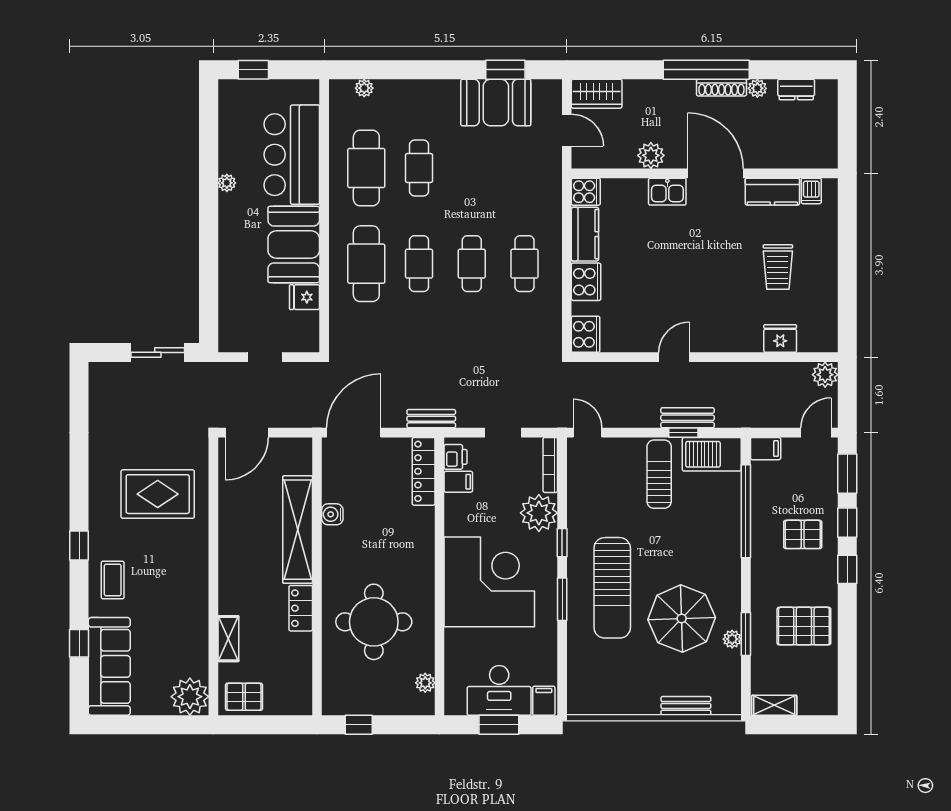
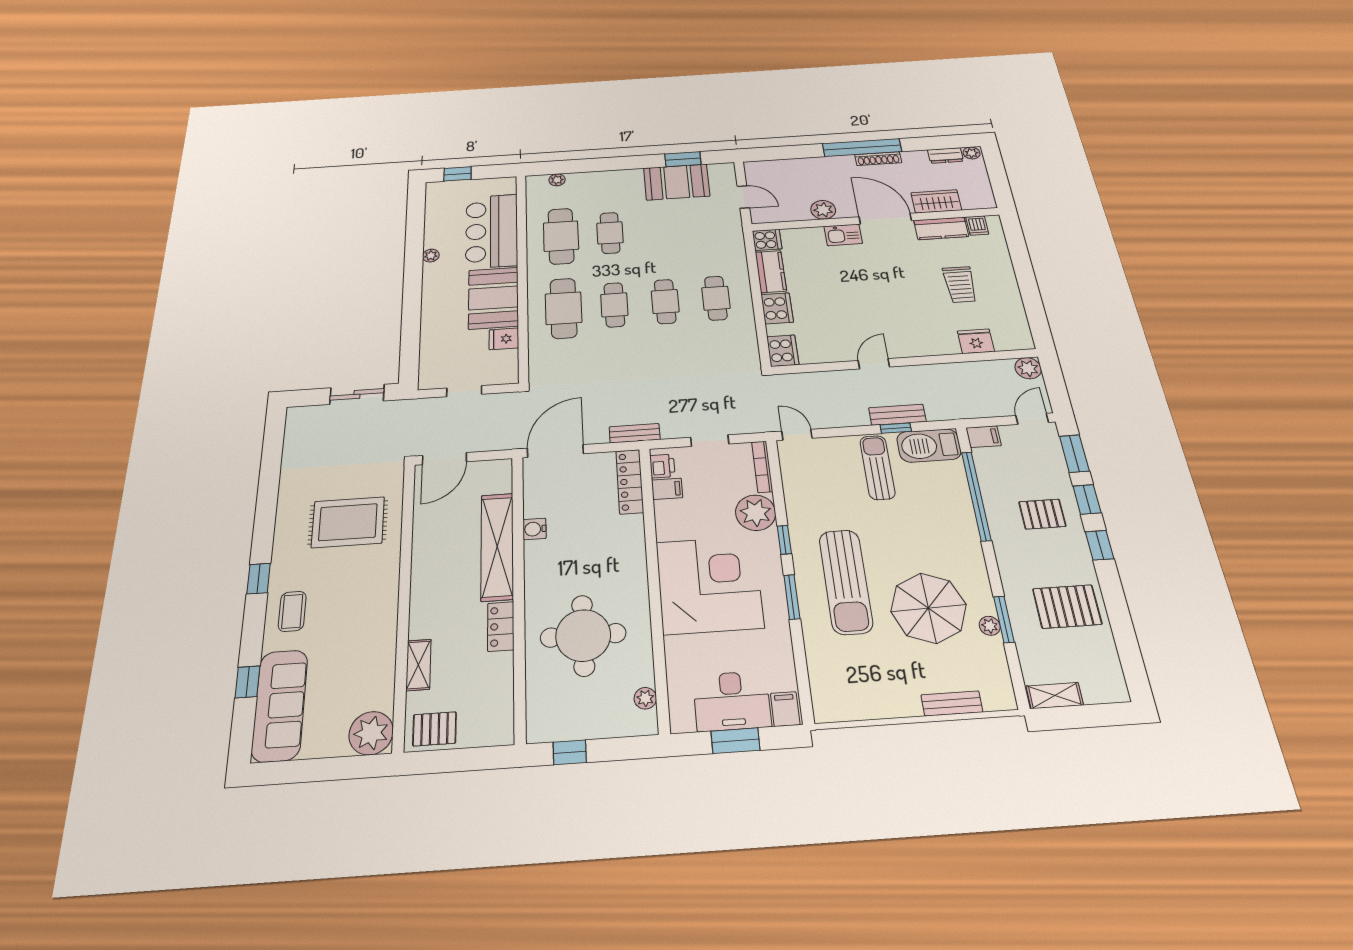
plant: (757, 88) -> (972, 153), moved
wardrobe: (597, 94) -> (936, 201), moved, turned 180

